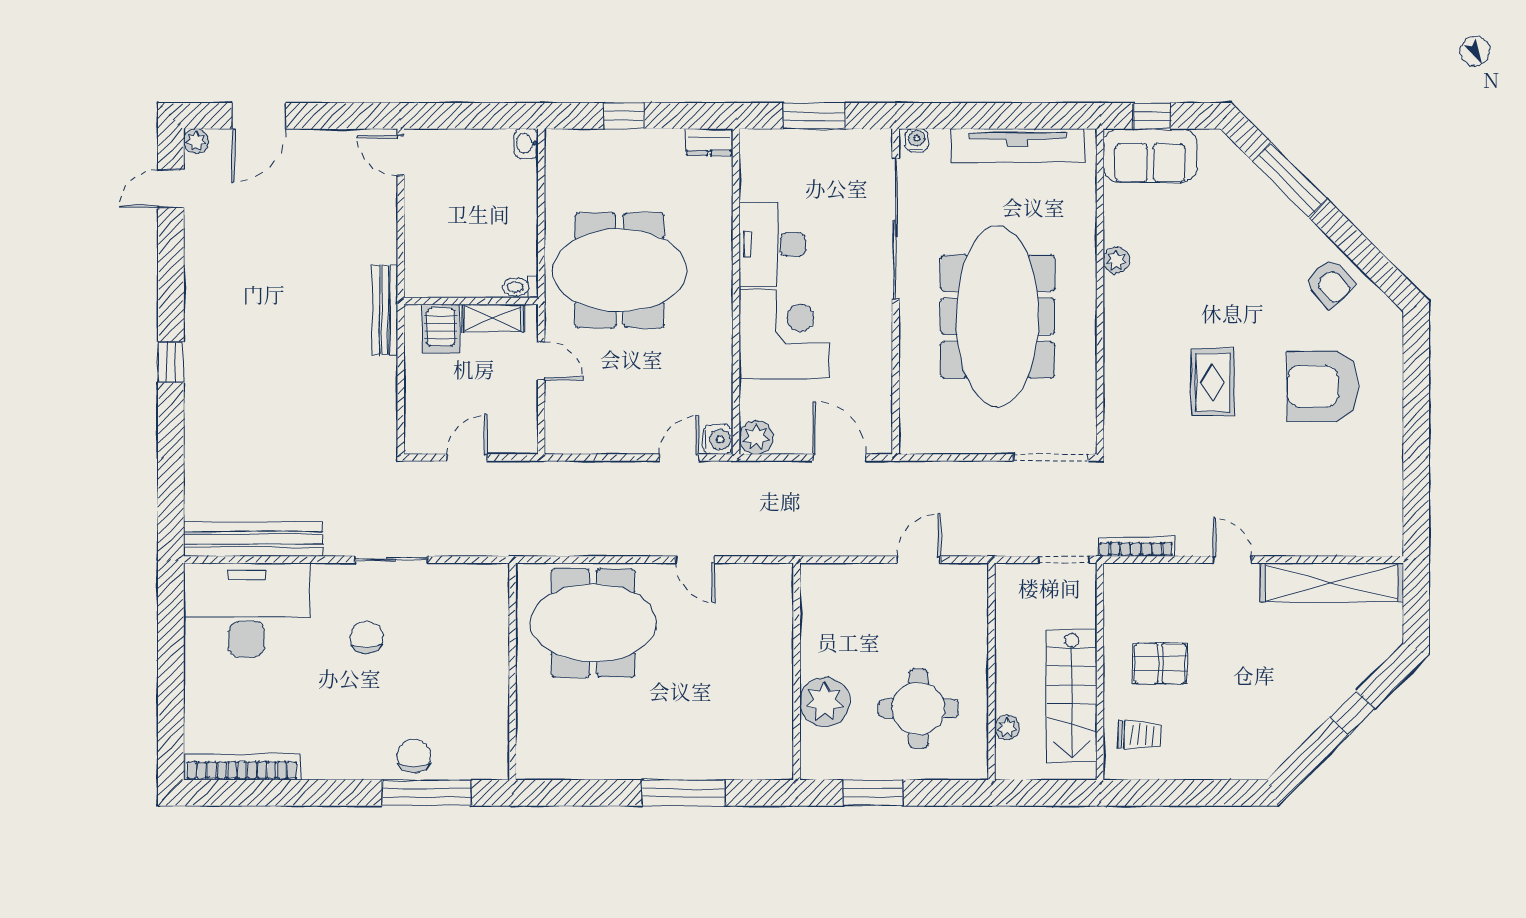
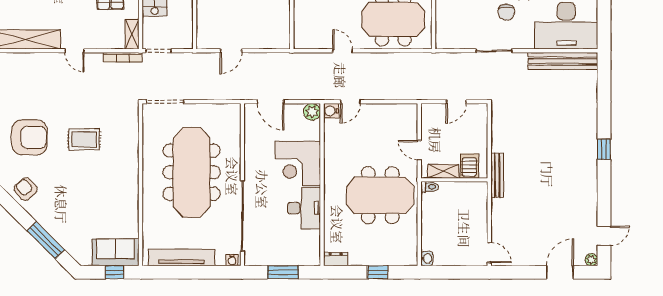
plant: (1116, 260) -> (132, 200), removed
rug: (1213, 382) -> (84, 139), turned 90
shelving: (1117, 593) -> (132, 34), added

